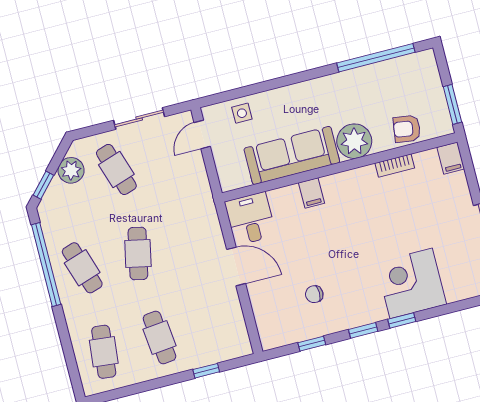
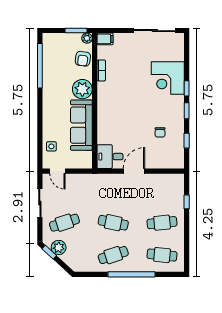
plant: (444, 127) -> (87, 38), added
window: (43, 185) -> (49, 252), moved
filing cabinet: (312, 193) -> (105, 120), removed
window: (46, 264) -> (132, 274), moved

